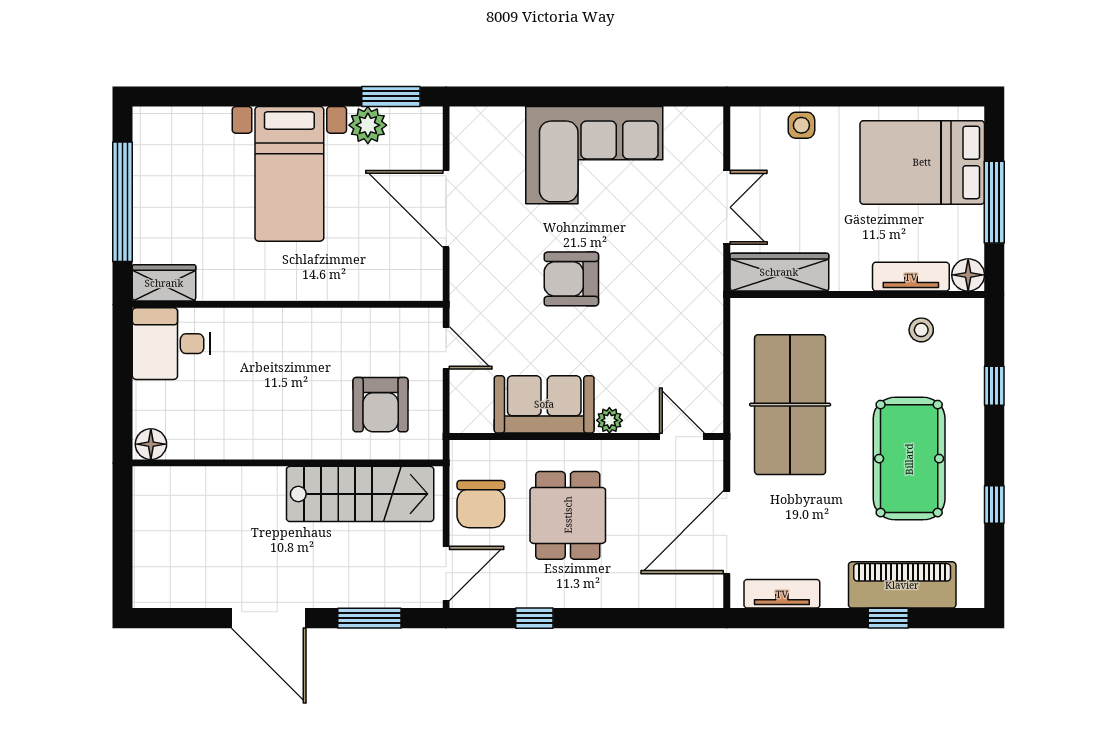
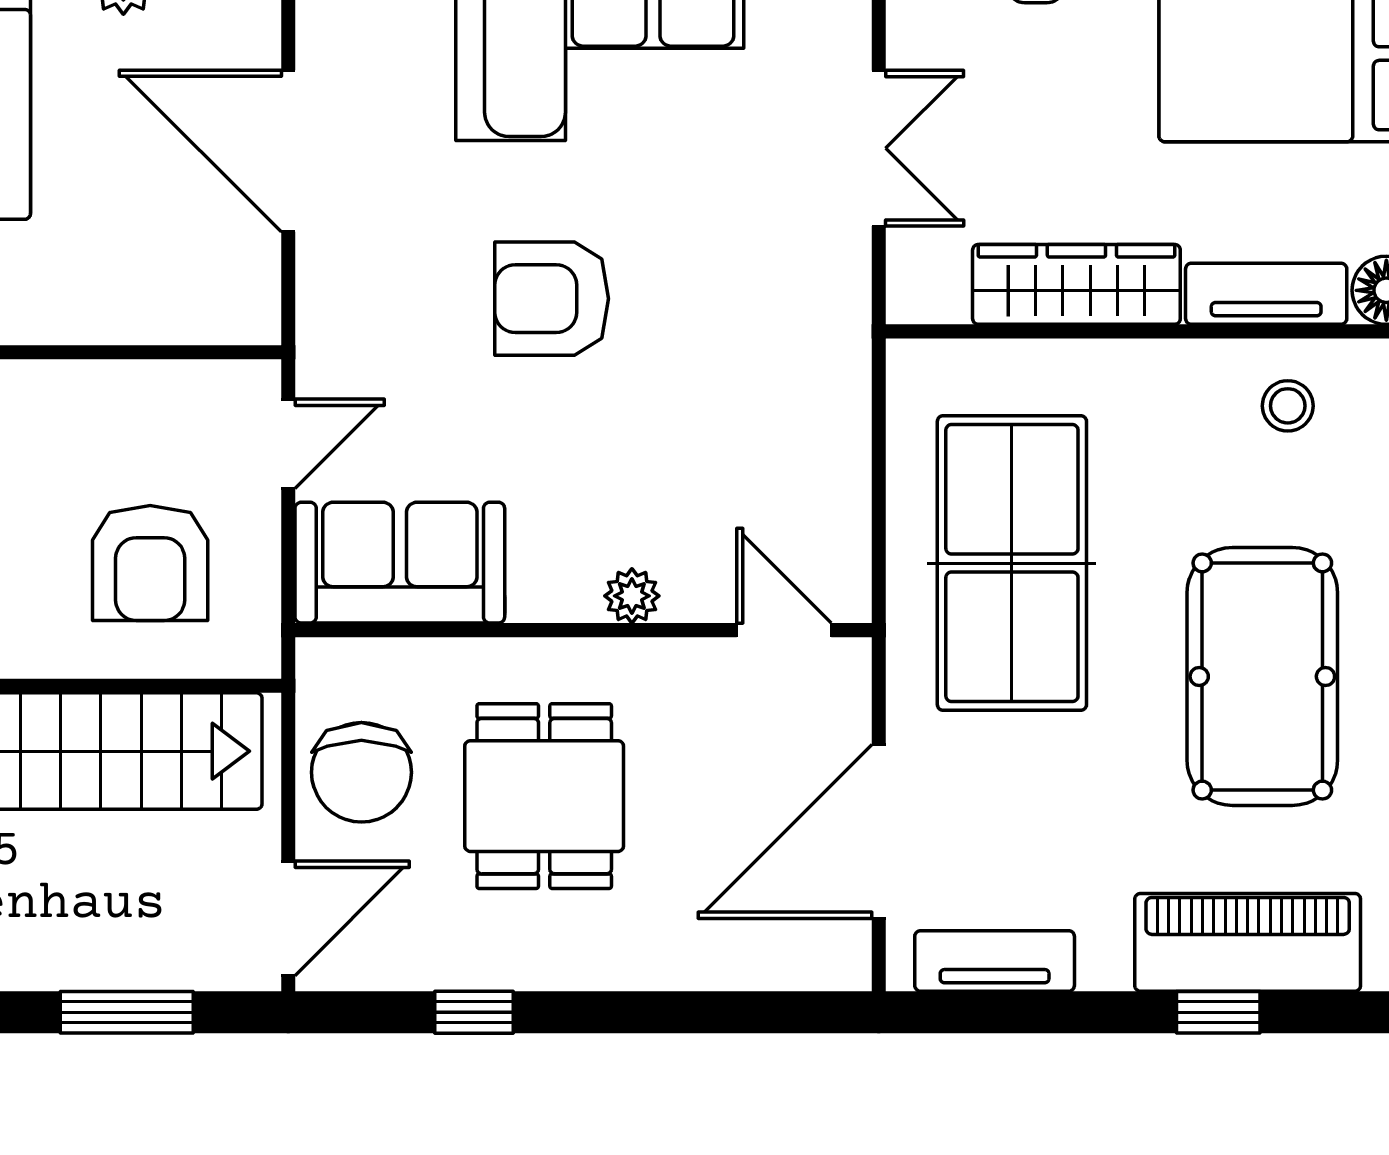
wardrobe: (779, 272) -> (1076, 284), moved
door: (446, 348) -> (288, 444), hinge flipped
sofa: (544, 404) -> (400, 563), moved

